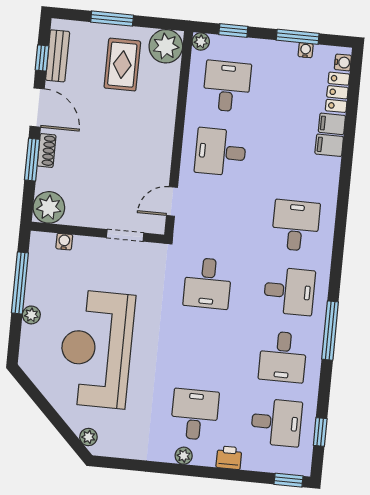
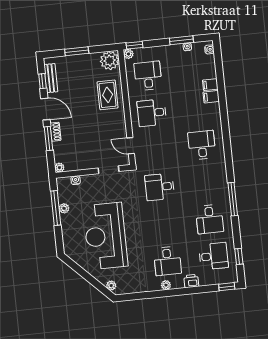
window: (233, 30) -> (134, 45), moved
rug: (122, 65) -> (108, 95), moved
locker: (337, 92) -> (210, 67), removed
door: (172, 201) -> (131, 146), hinge flipped
plant: (49, 207) -> (59, 168), width x0.53, depth x0.53
desk: (208, 283) -> (160, 187), turned 90
desk: (289, 291) -> (206, 182), removed
plant: (31, 315) -> (64, 208), moved
desk: (195, 414) -> (167, 261), turned 180

